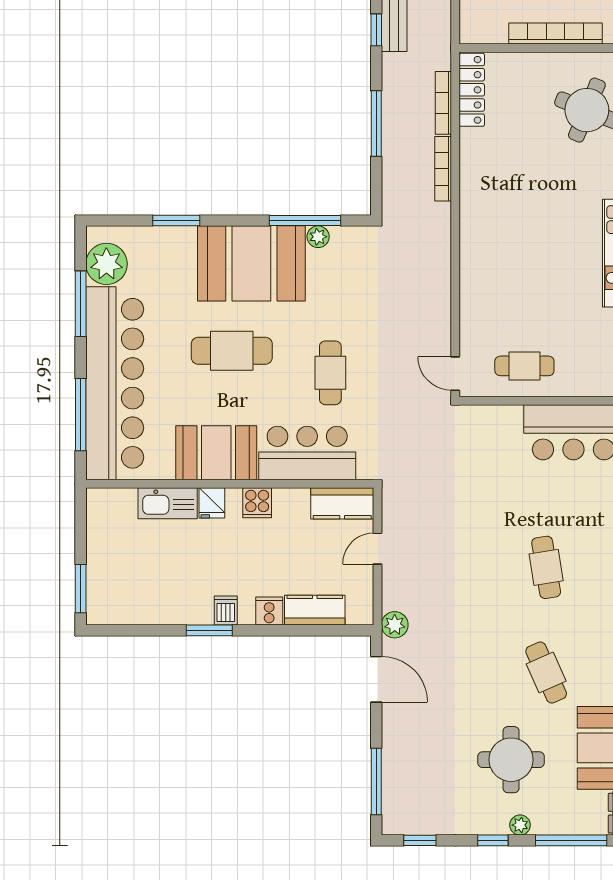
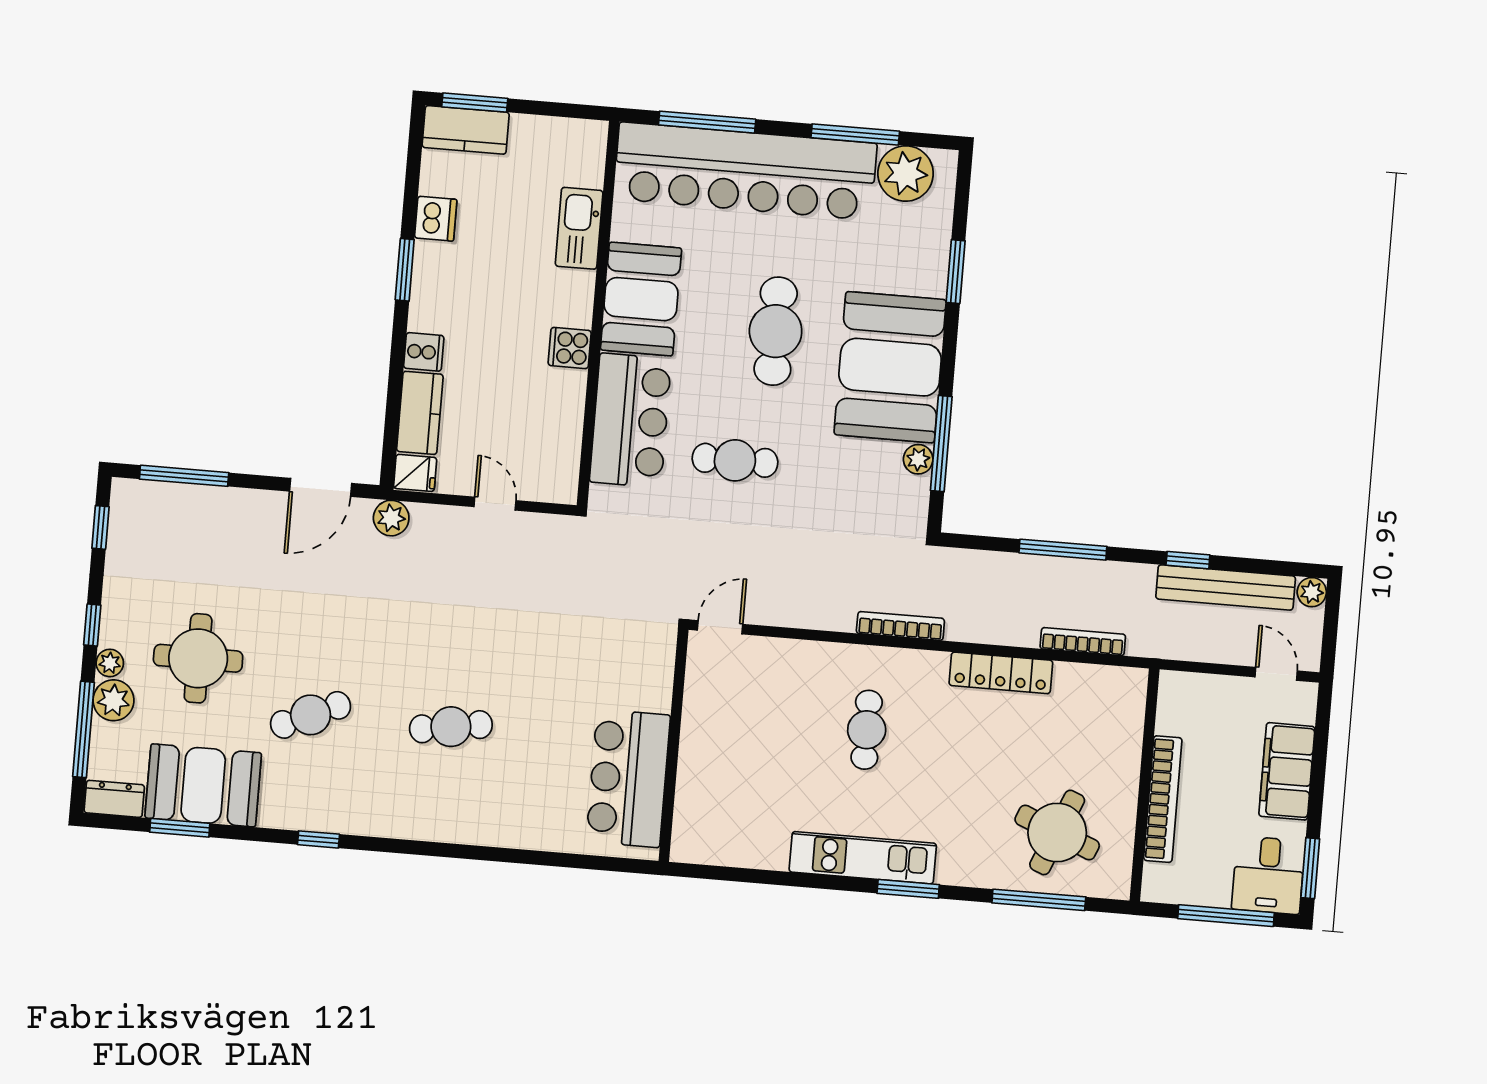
locker: (472, 90) -> (1001, 673), moved
bookcase: (443, 169) -> (900, 626), moved
cafe table: (524, 366) -> (867, 730), moved
fridge: (212, 503) -> (415, 473), moved, turned 180
kitchen counter: (342, 503) -> (466, 130), moved, turned -90
dishwasher: (226, 610) -> (436, 219), moved, width x1.38
plant: (548, 820) -> (113, 700), added

